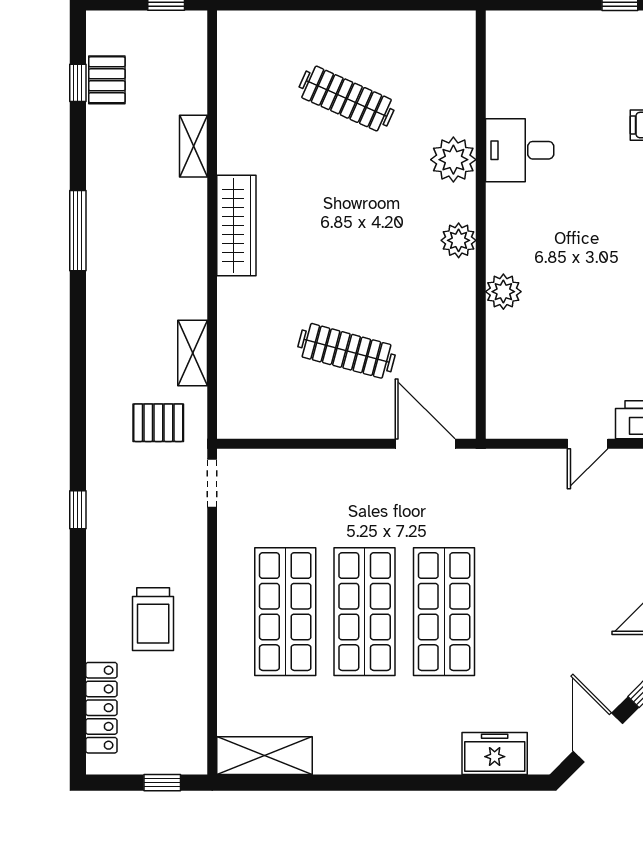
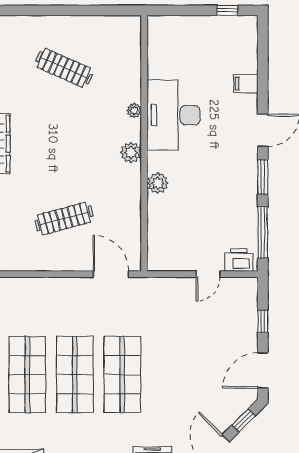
desk: (520, 150) -> (174, 115), width x1.87, depth x1.30
plant: (453, 160) -> (134, 111), width x0.53, depth x0.53
clothes rail: (346, 351) -> (64, 219), turned -30

